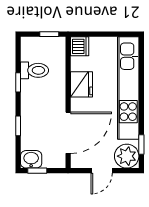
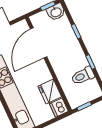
fridge: (81, 84) -> (50, 92), moved

